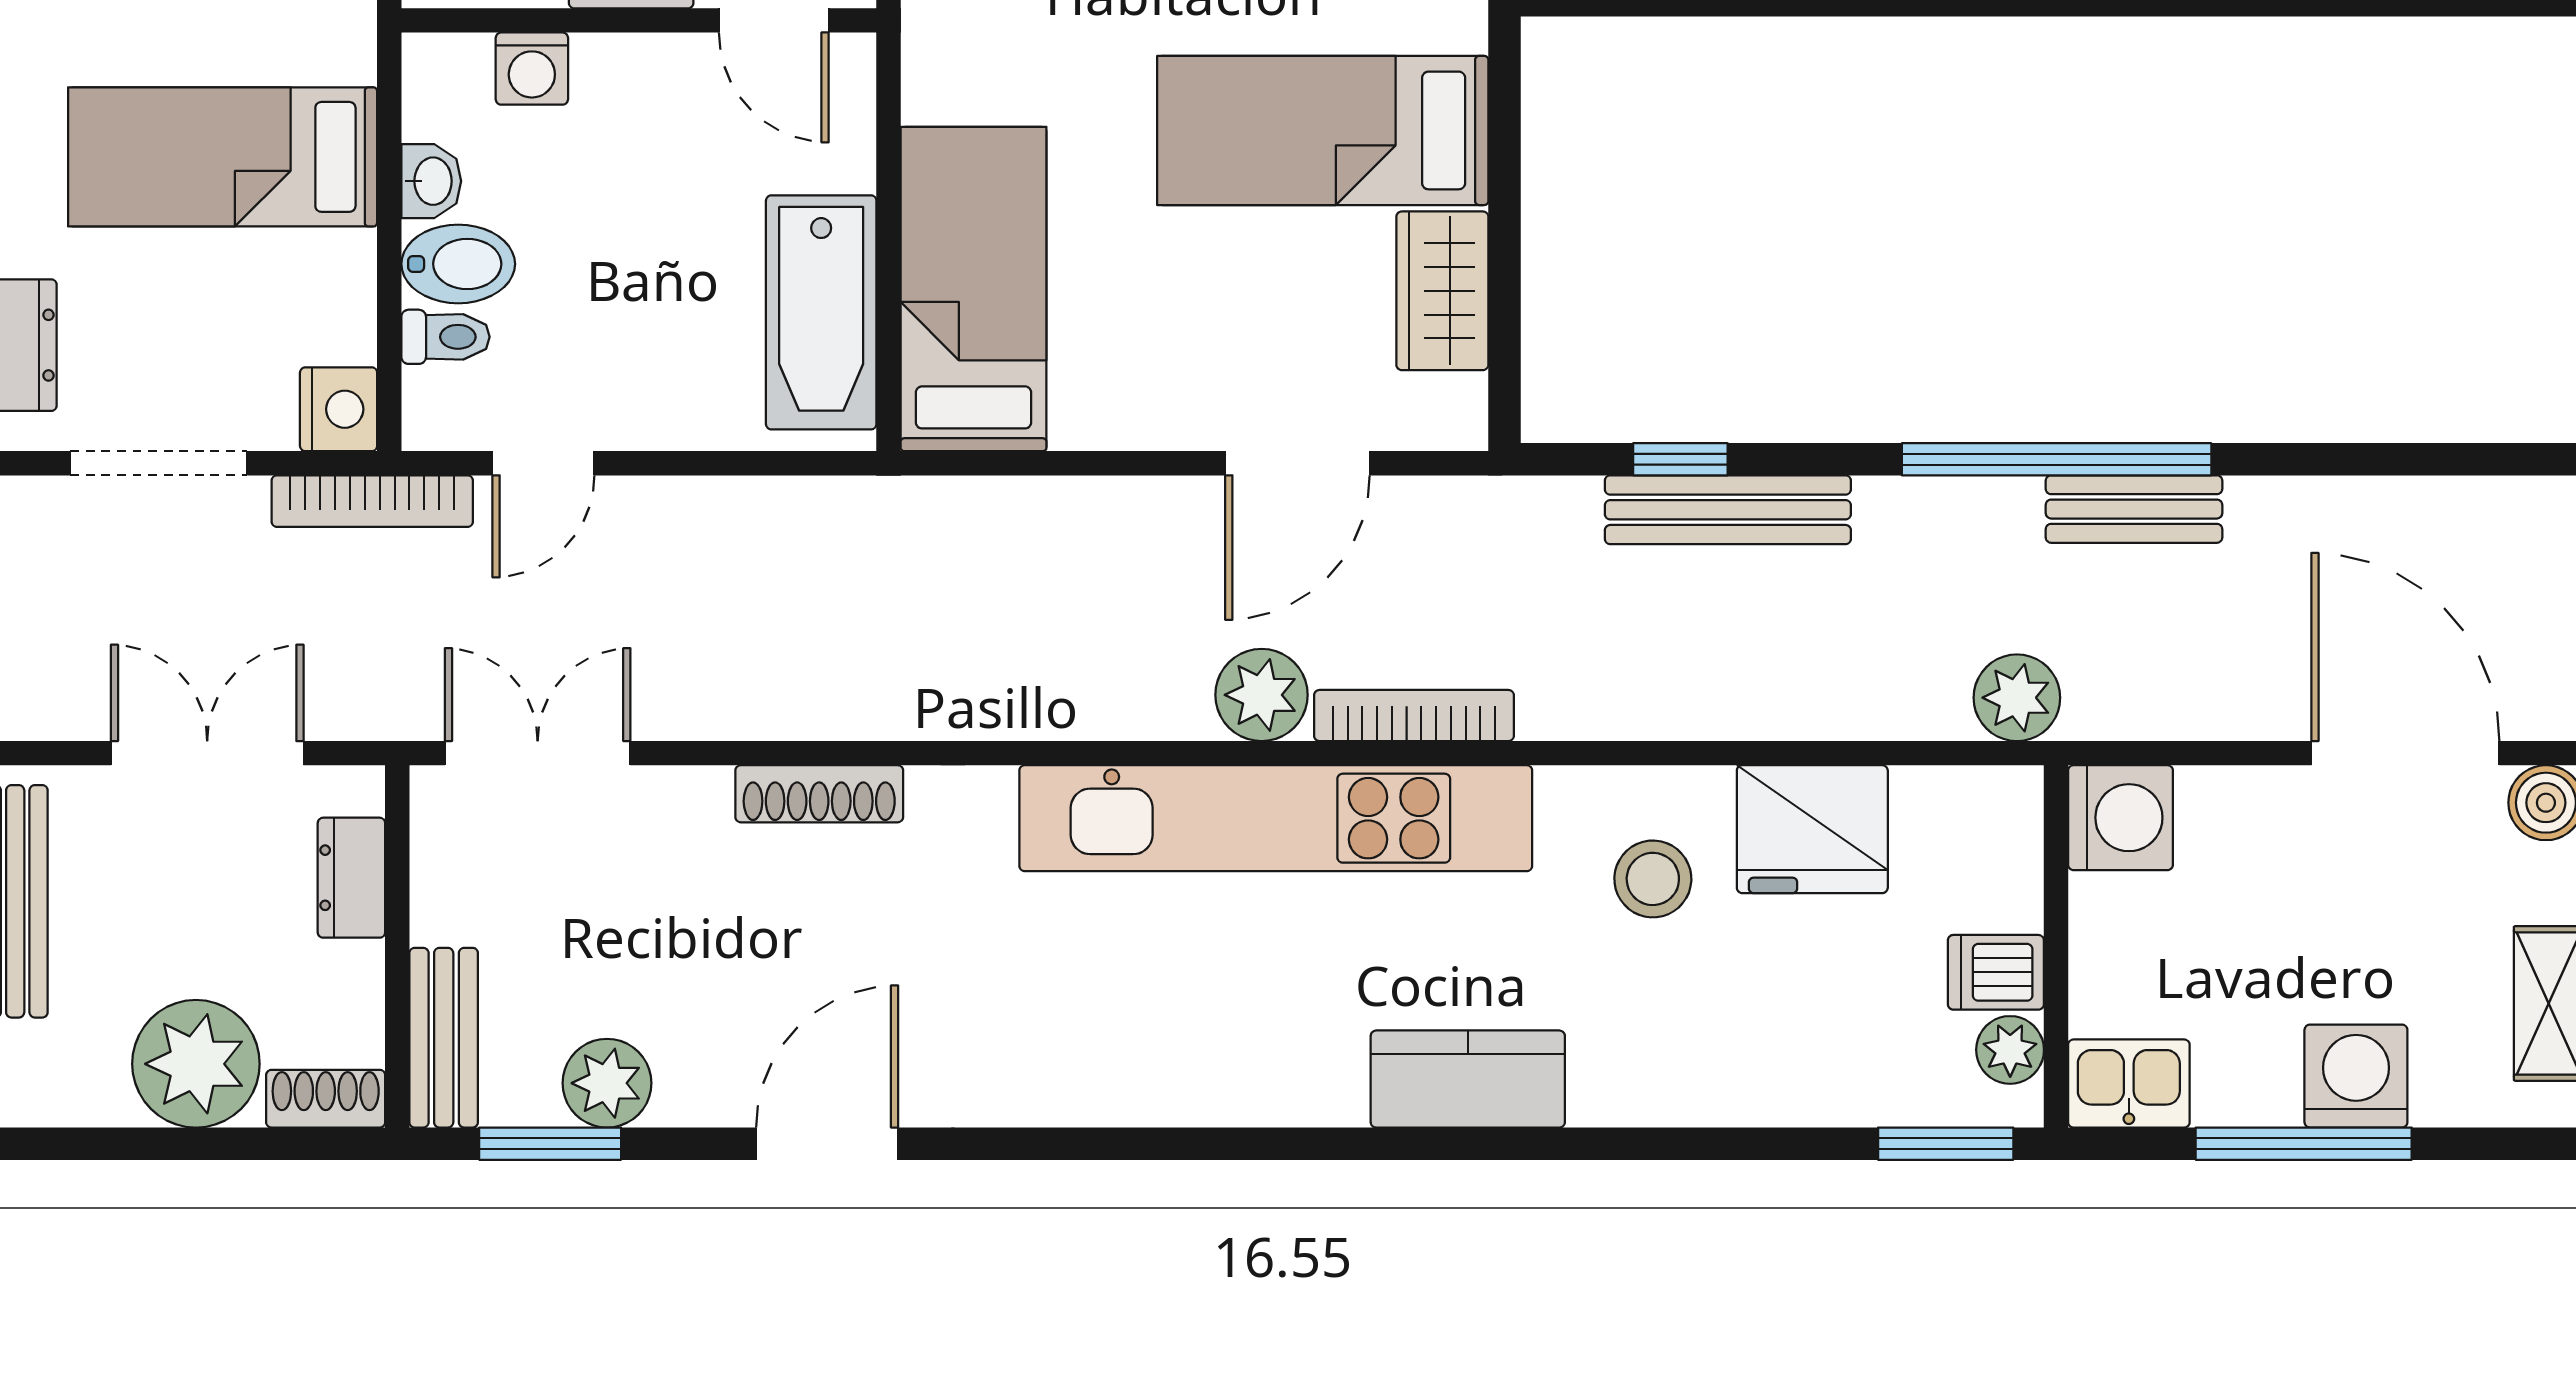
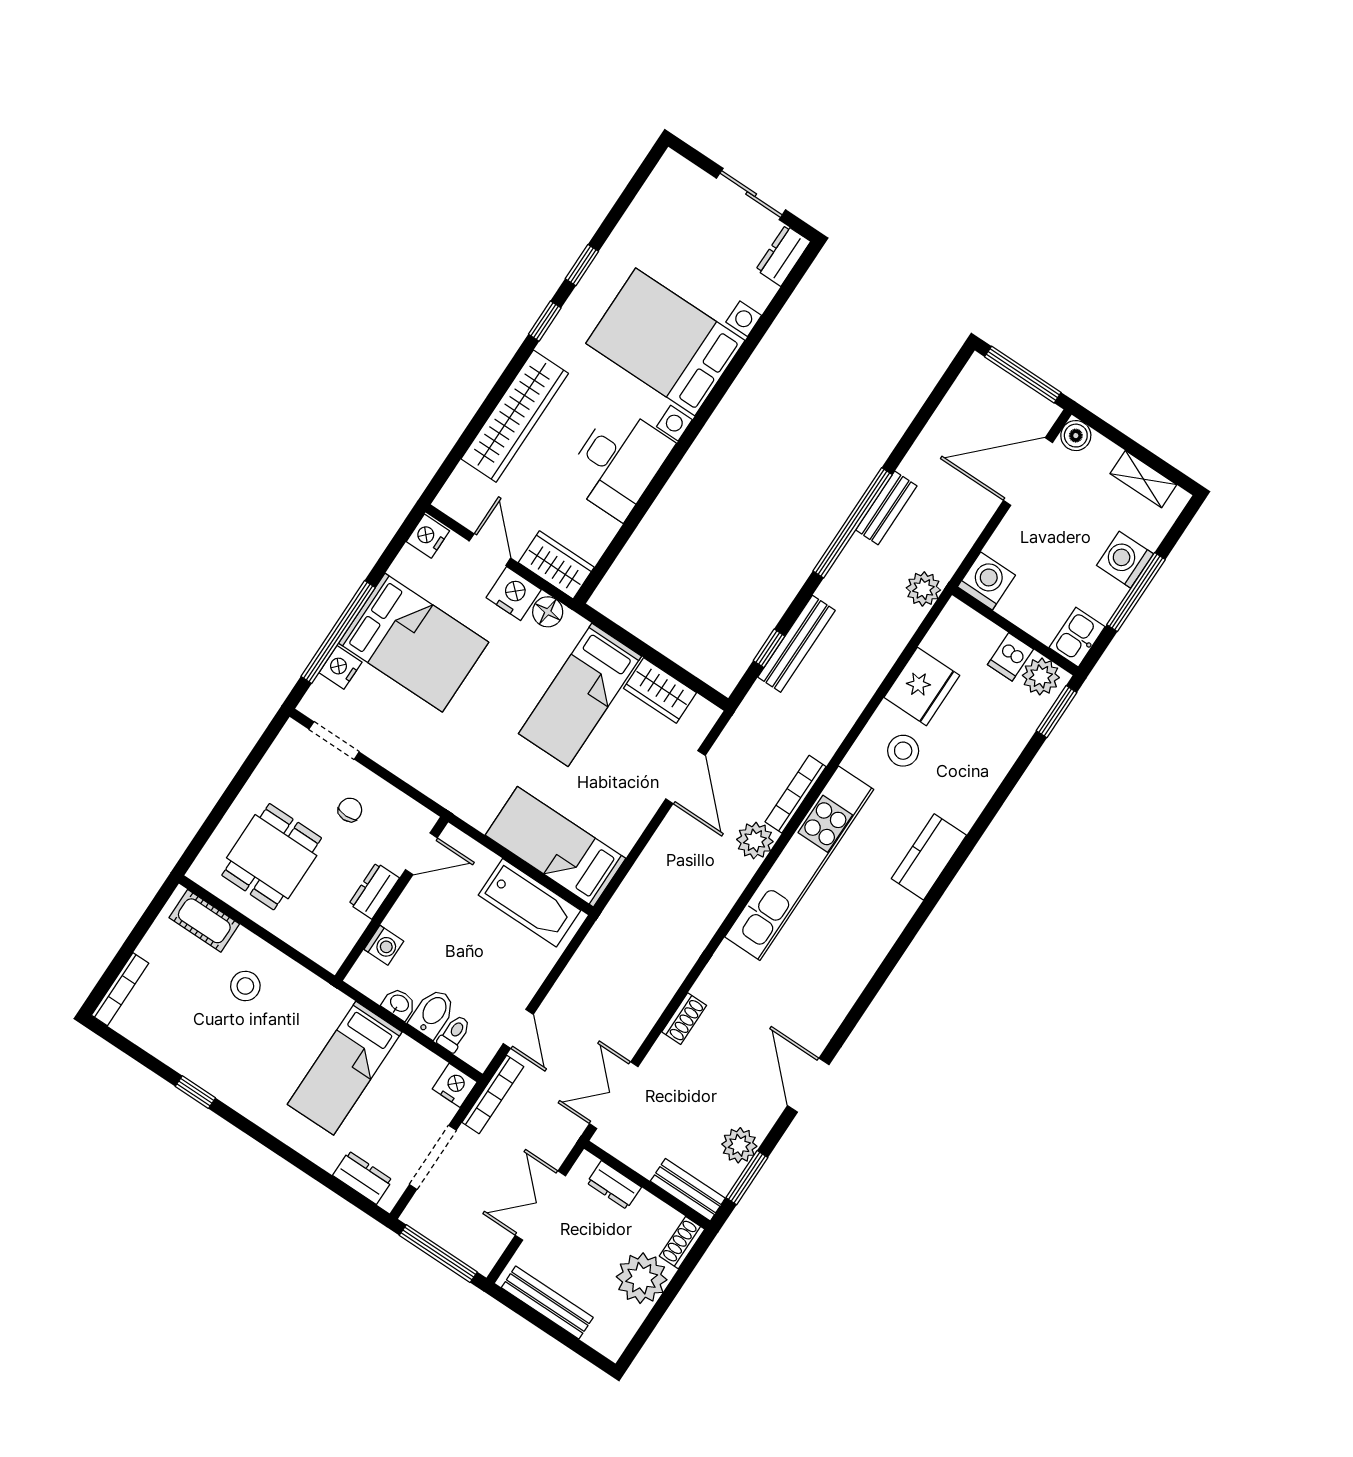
shoe rack: (819, 794) -> (684, 1019), width x0.70
plant: (2010, 1050) -> (1041, 676), width x1.38, depth x1.38

